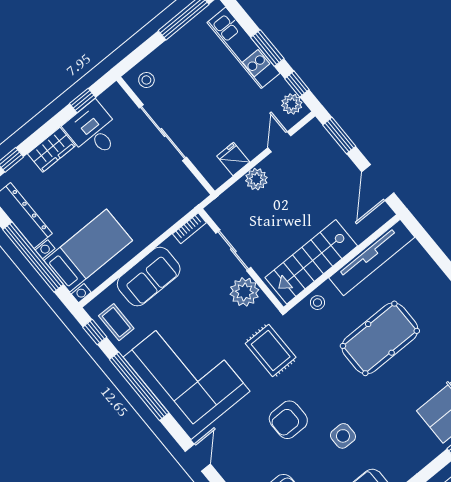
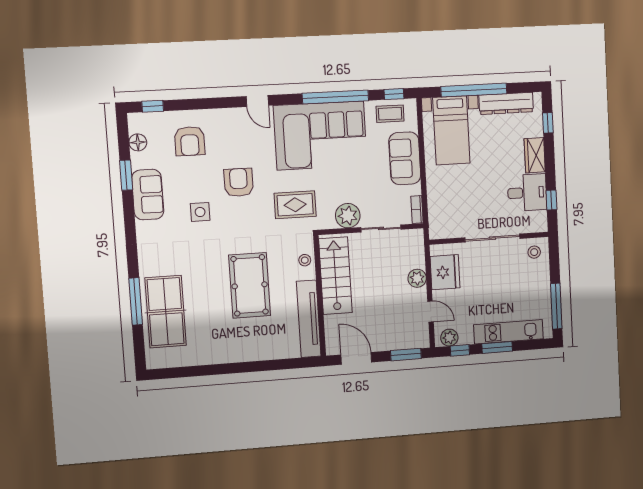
fridge: (233, 159) -> (445, 272), width x1.88, depth x1.34

